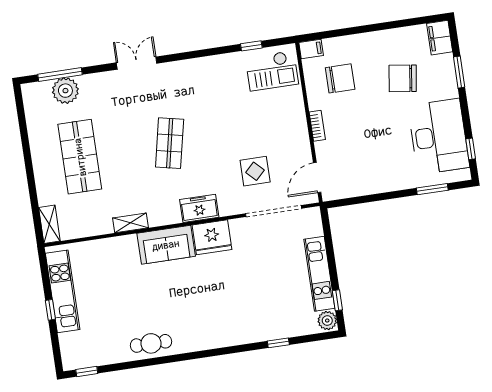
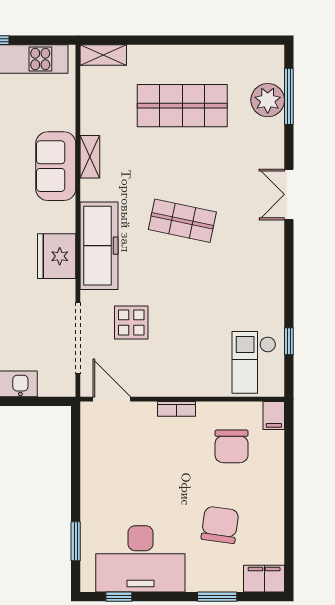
double door: (137, 63) -> (289, 194), swing flipped
freezer: (199, 208) -> (99, 246), width x1.91, depth x1.26
sofa: (166, 245) -> (56, 166), moved

